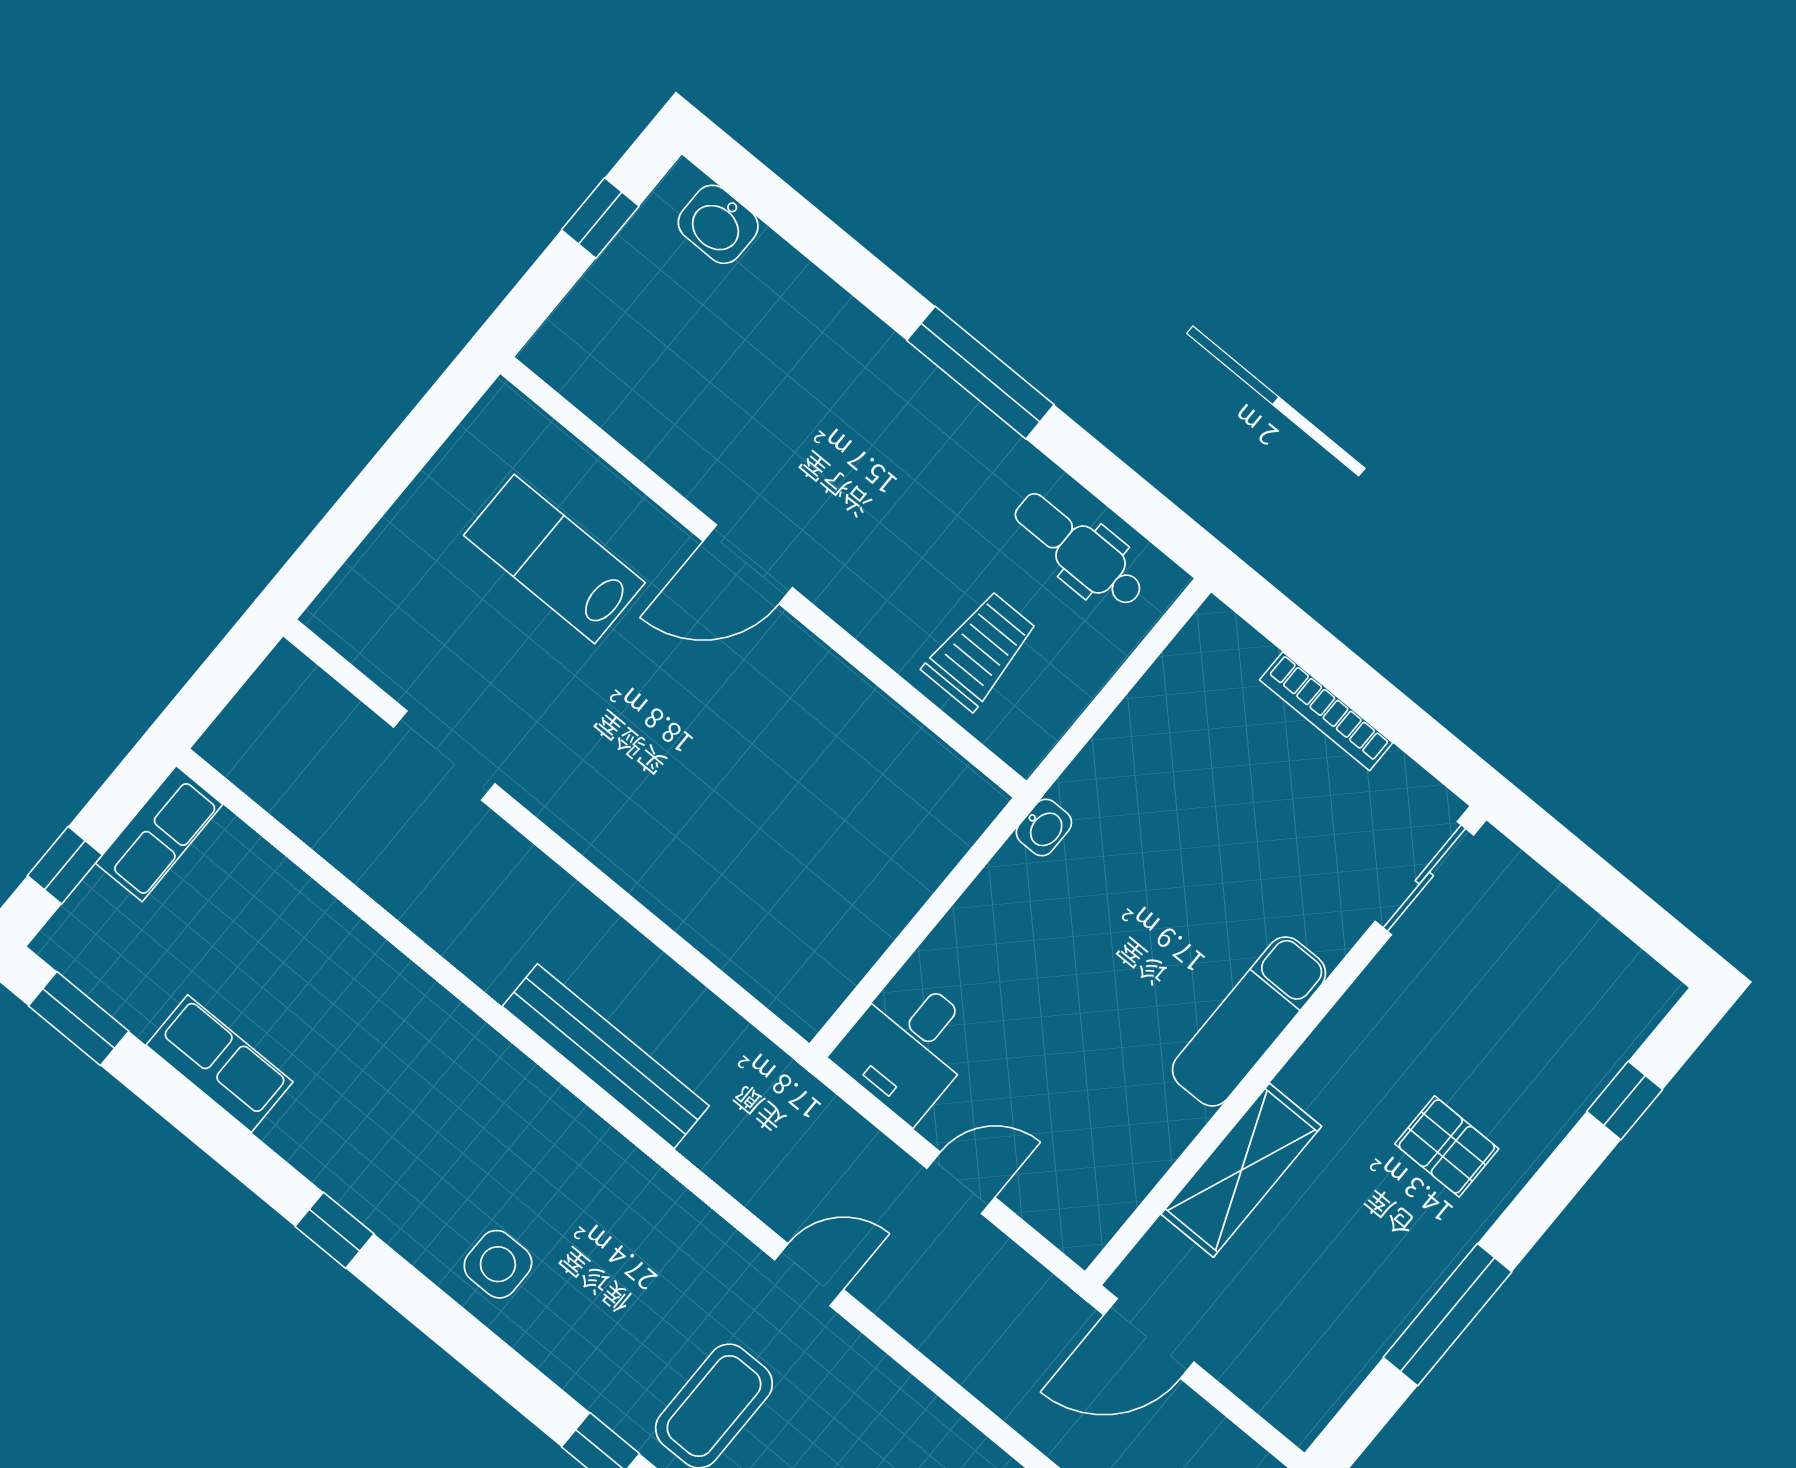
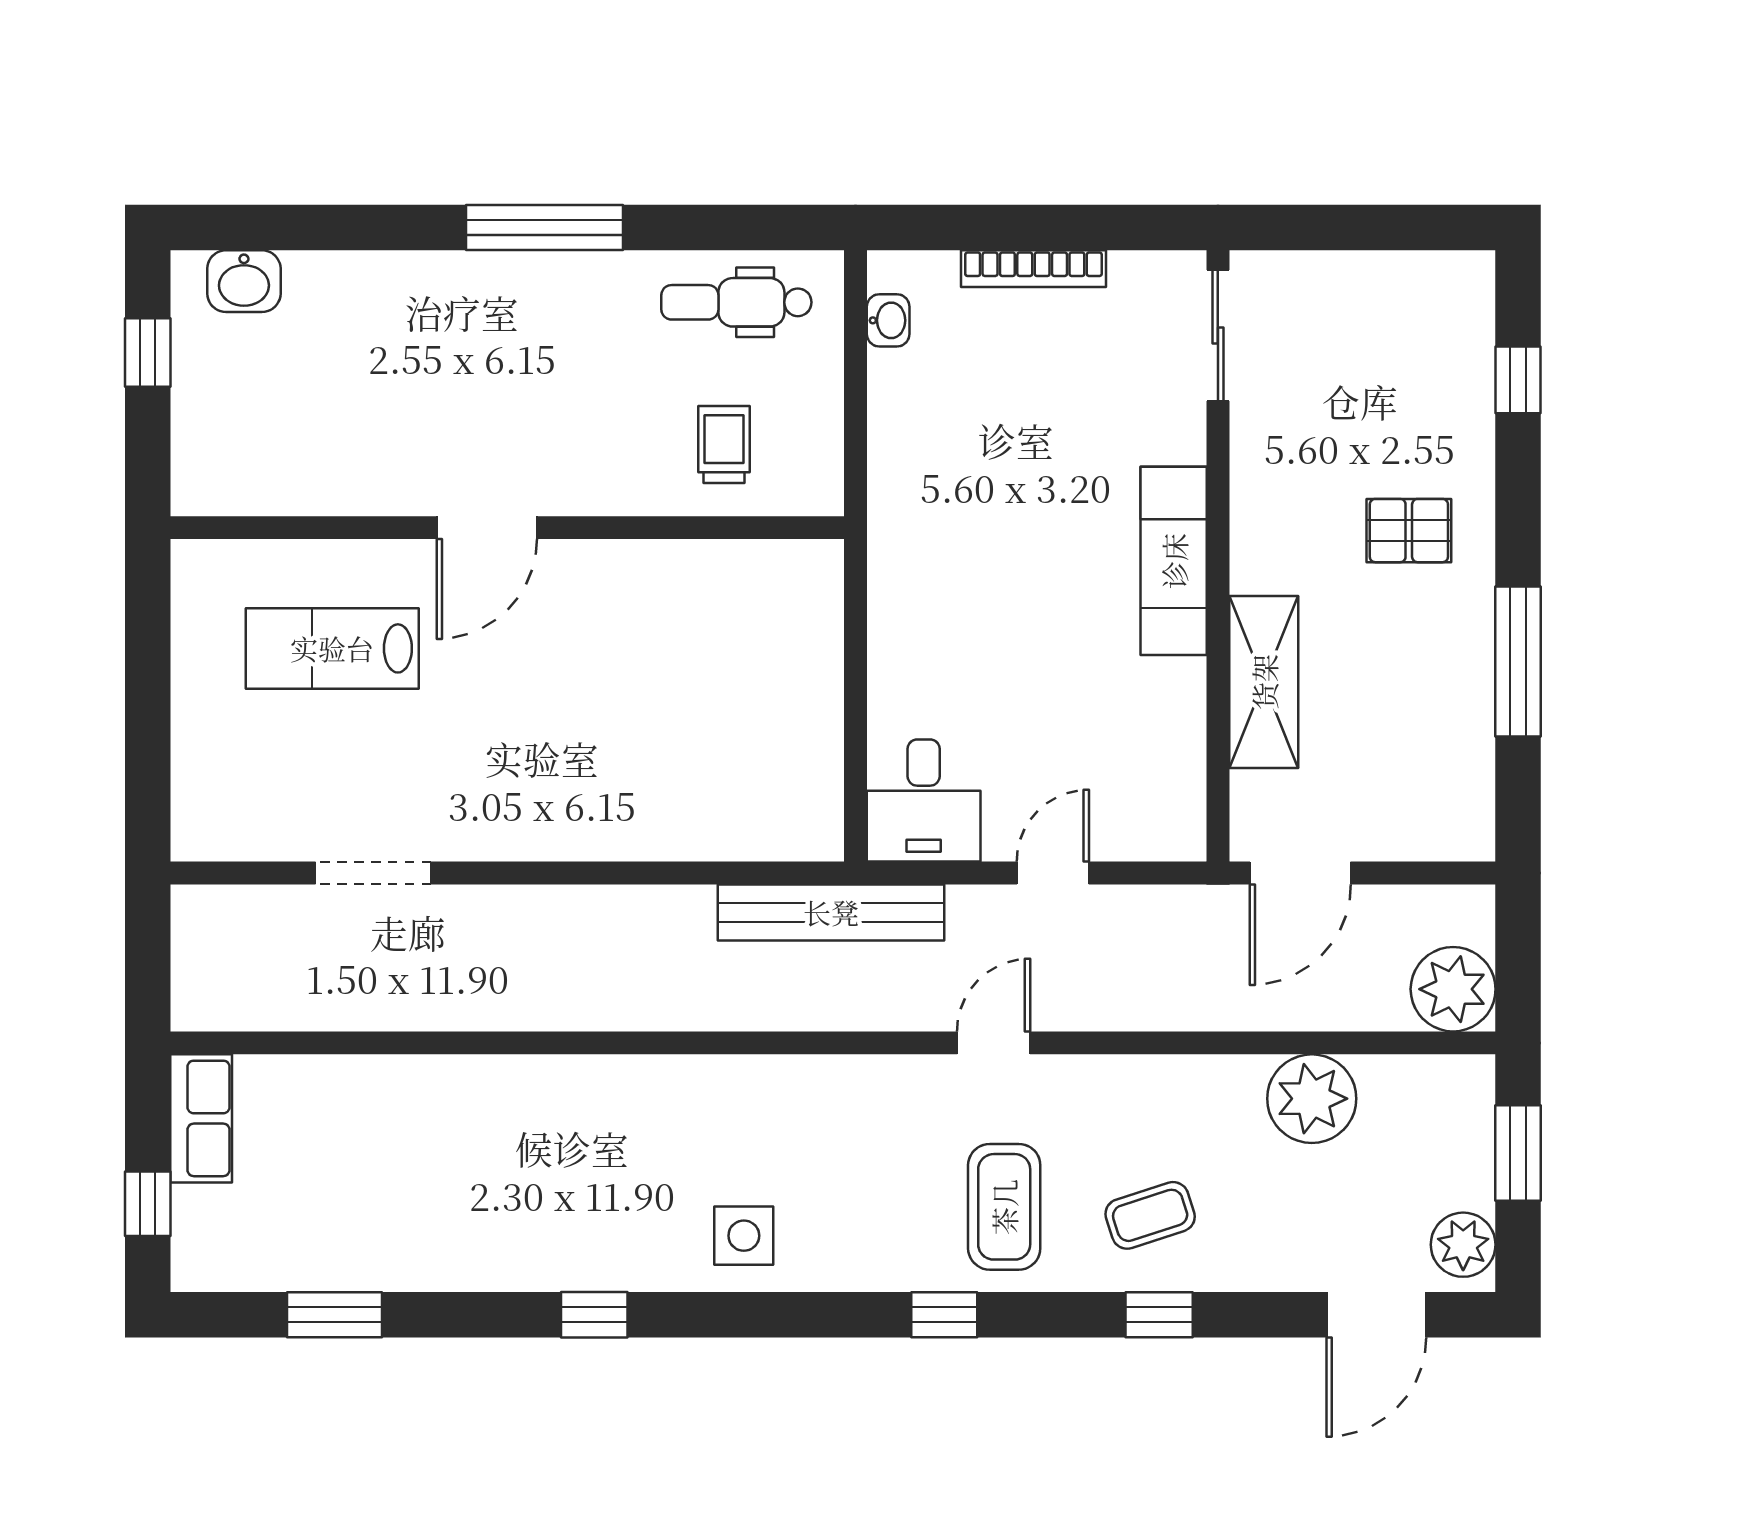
trolley: (980, 650) -> (724, 445), width x0.73, depth x0.72
washbasin: (1044, 828) -> (888, 320), moved
window: (79, 1018) -> (334, 1315), moved
bench: (606, 1056) -> (831, 912), moved
row of seats: (219, 1064) -> (397, 1259), removed

